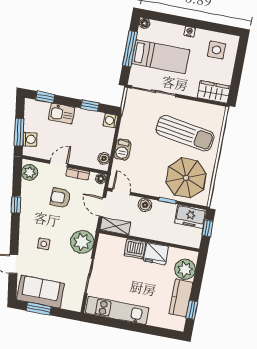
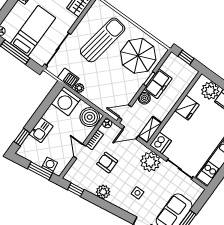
window: (90, 106) -> (45, 105), removed
washing machine: (110, 121) -> (66, 101), width x1.89, depth x1.89
plant: (124, 133) -> (79, 88), added
barbecue: (122, 149) -> (68, 78), moved
boiler: (104, 158) -> (90, 117), width x1.86, depth x1.86
plant: (30, 172) -> (103, 192), moved
armchair: (60, 198) -> (107, 163), turned 90
window: (16, 205) -> (76, 190), moved
freezer: (191, 216) -> (158, 84), moved
dishwasher: (135, 249) -> (161, 143), moved

